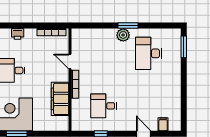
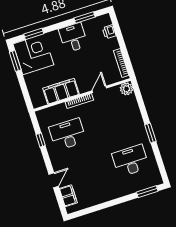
plant: (123, 35) -> (126, 89), moved
desk: (104, 106) -> (68, 134), width x1.37
filing cabinet: (163, 124) -> (68, 196), width x2.00

